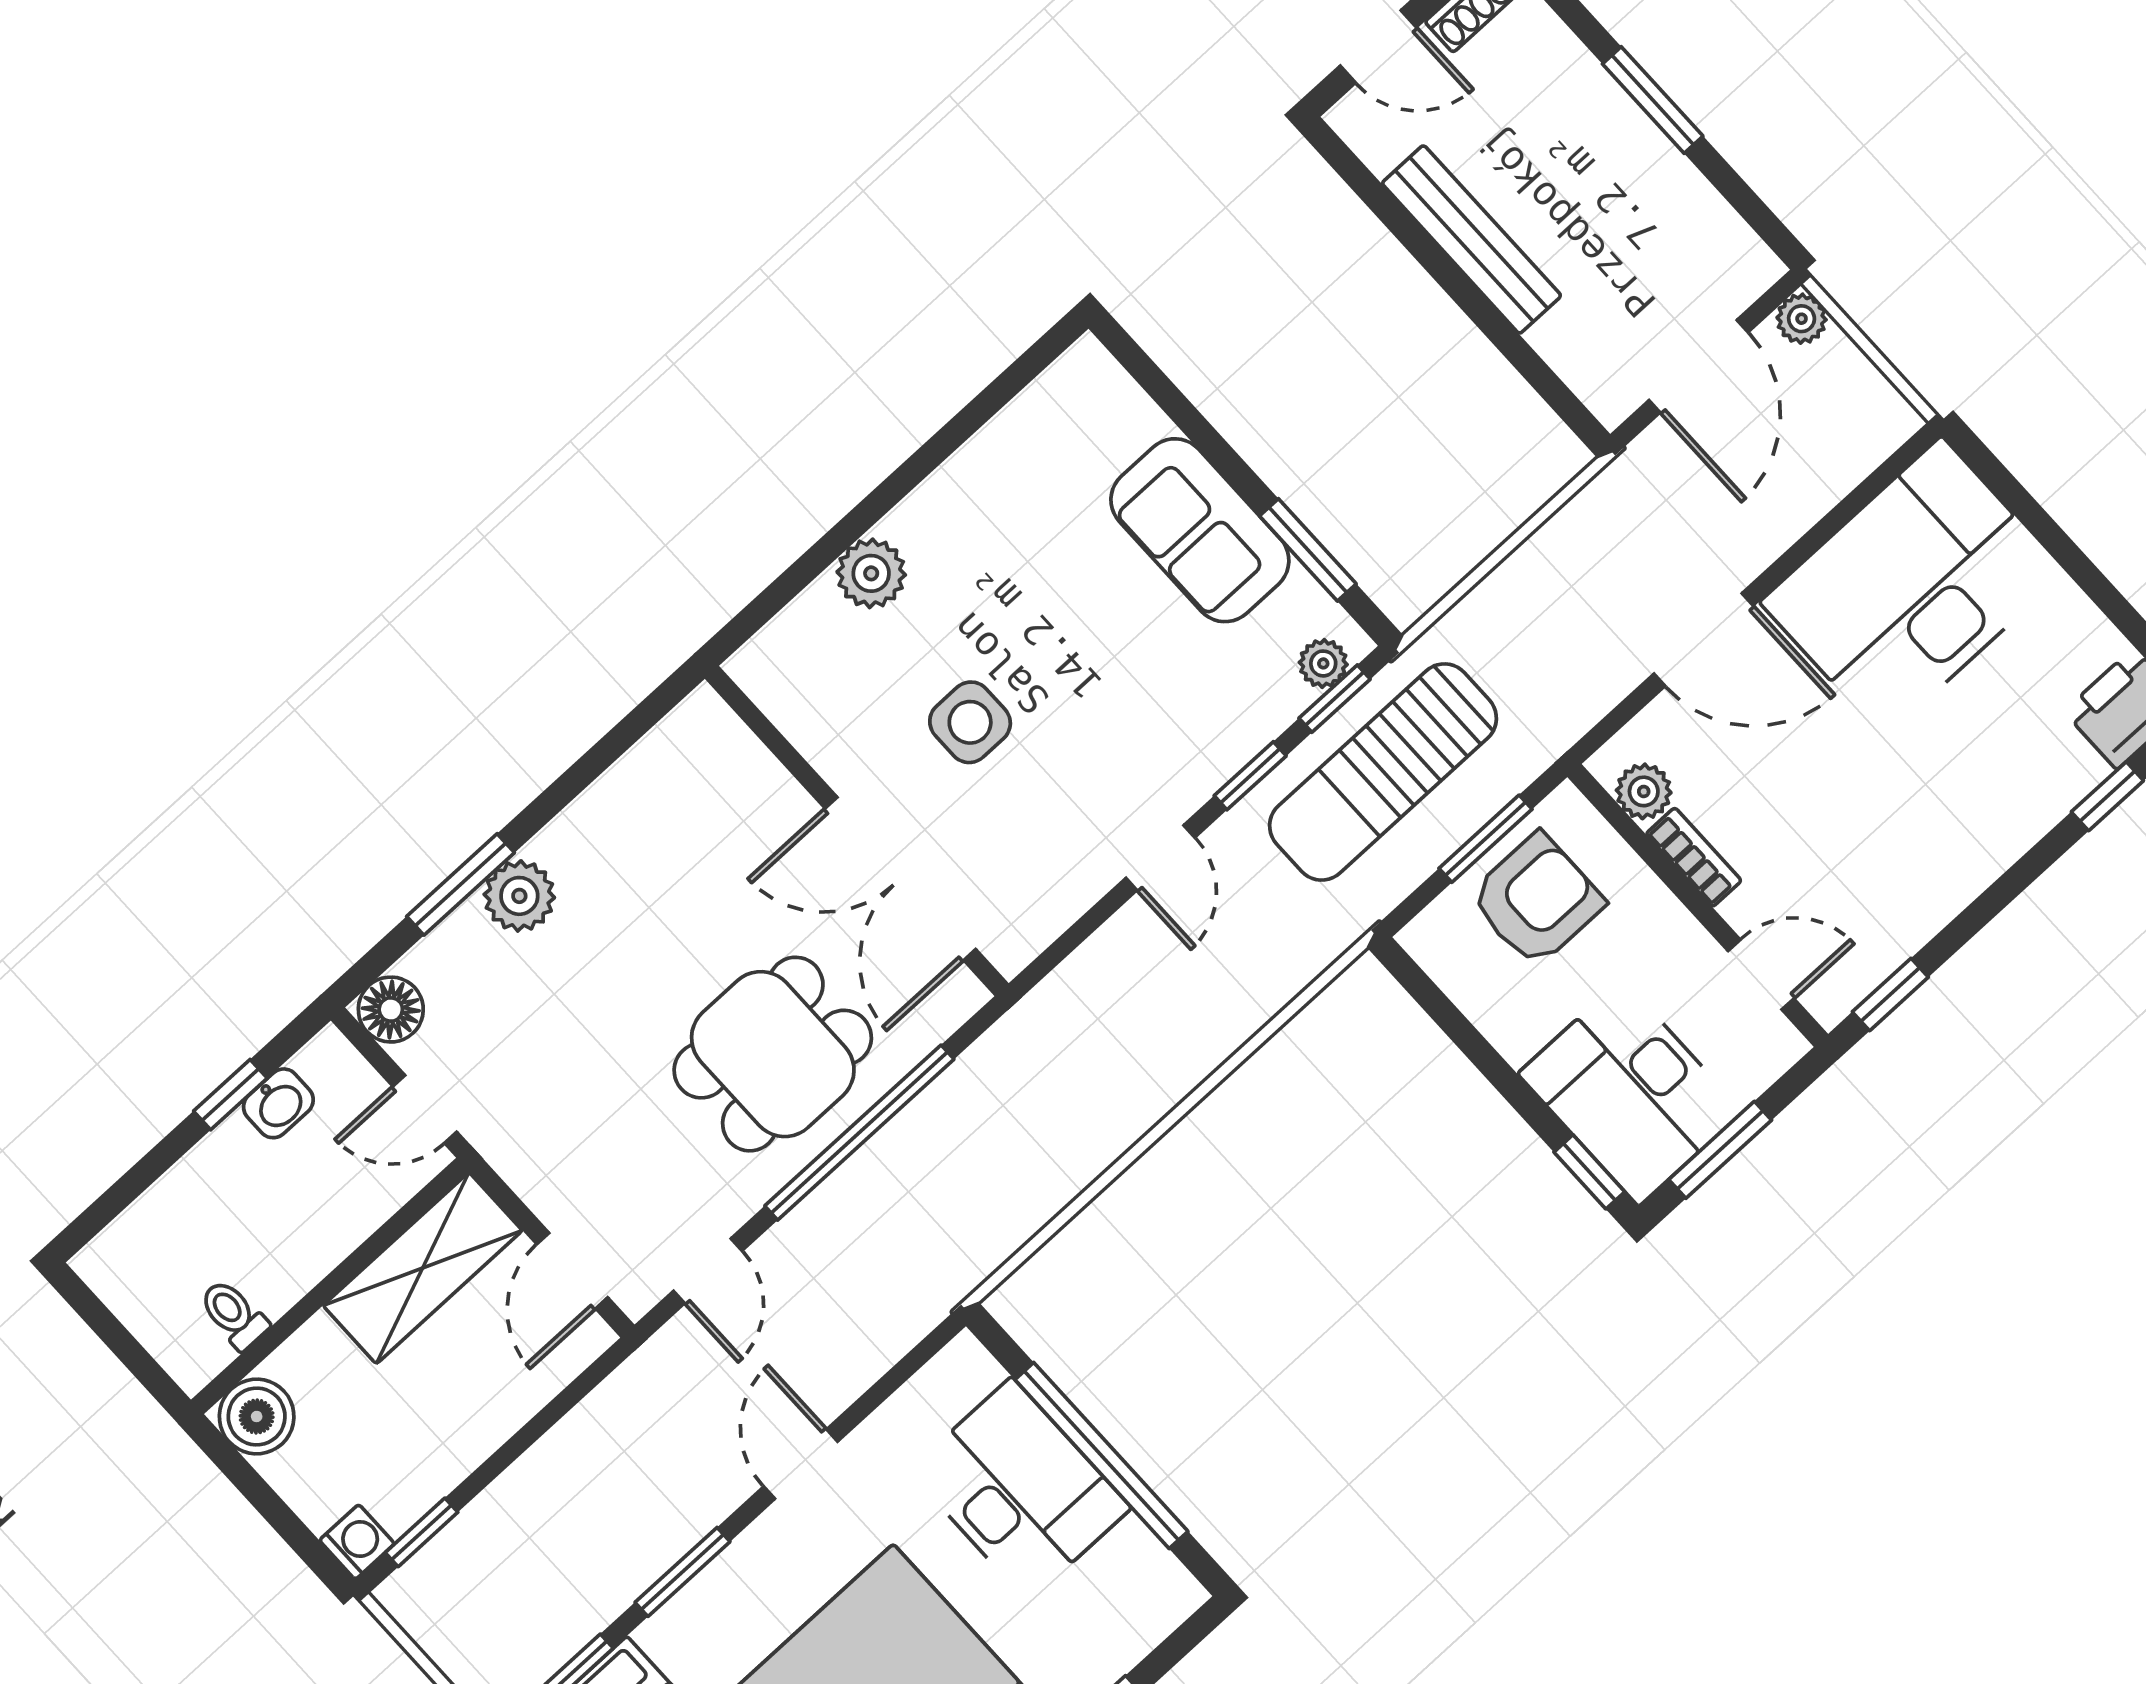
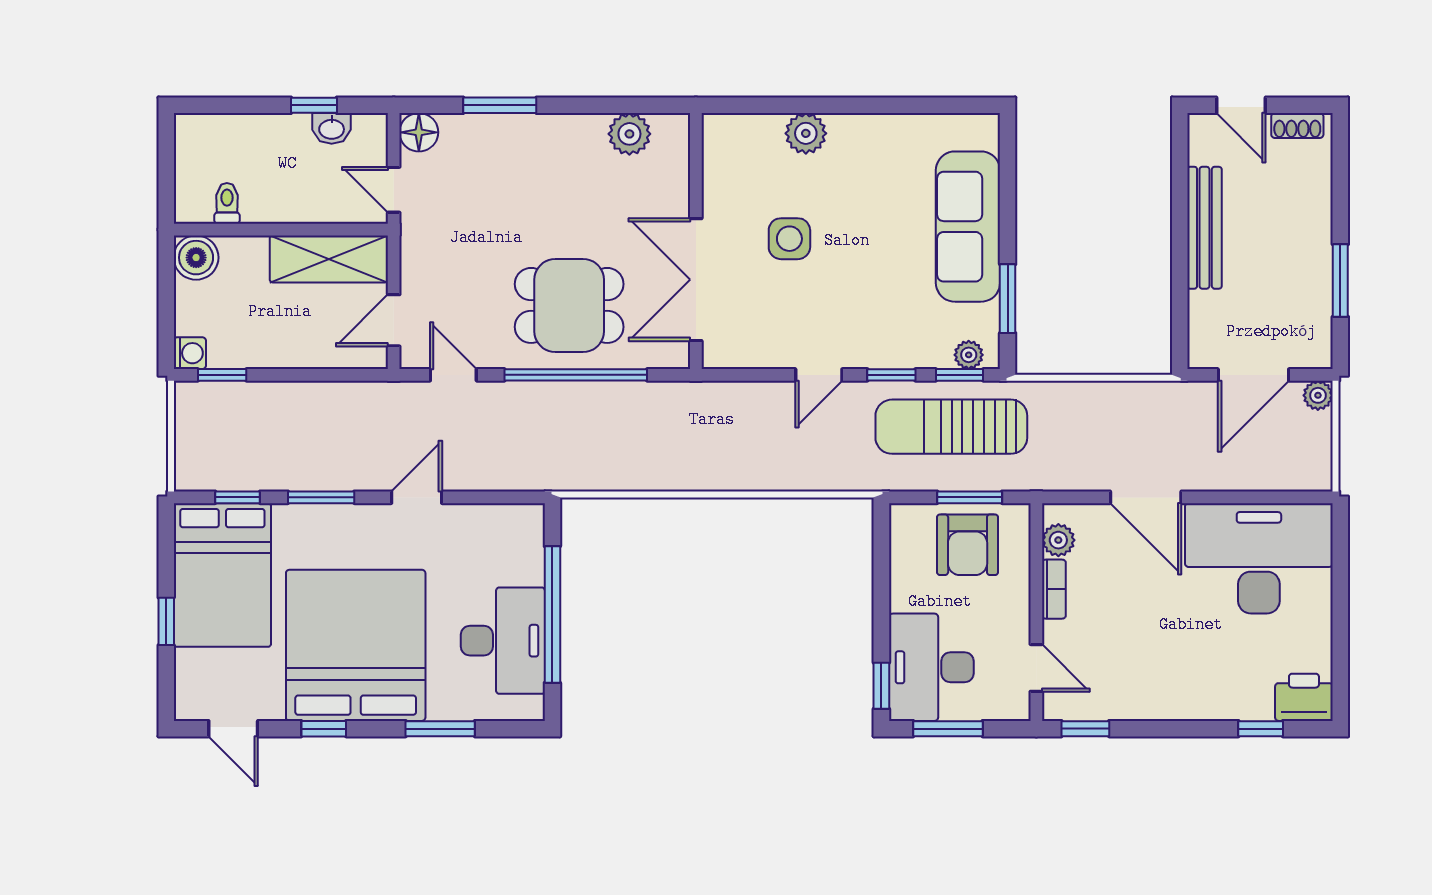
window: (1653, 100) -> (1340, 281), moved
sofa: (1200, 530) -> (968, 227), width x1.36
plant: (519, 896) -> (629, 134), moved
armchair: (1537, 900) -> (968, 545), turned 90
door: (708, 1271) -> (453, 375), swing flipped
desk: (1020, 1489) -> (503, 641), moved

